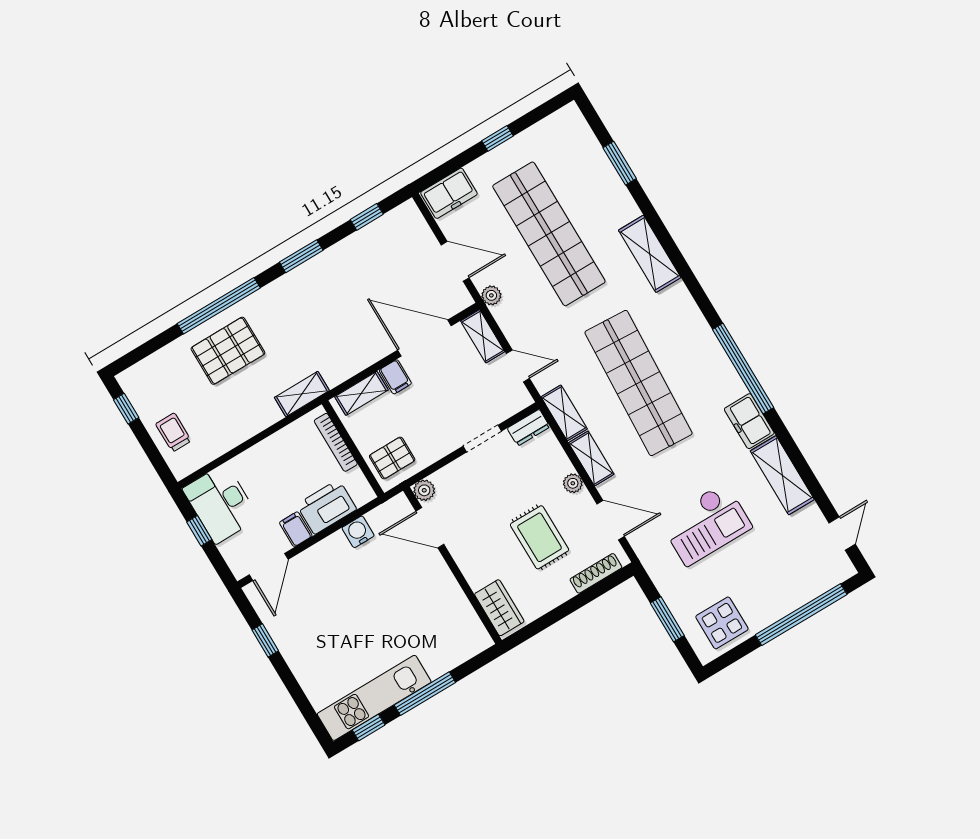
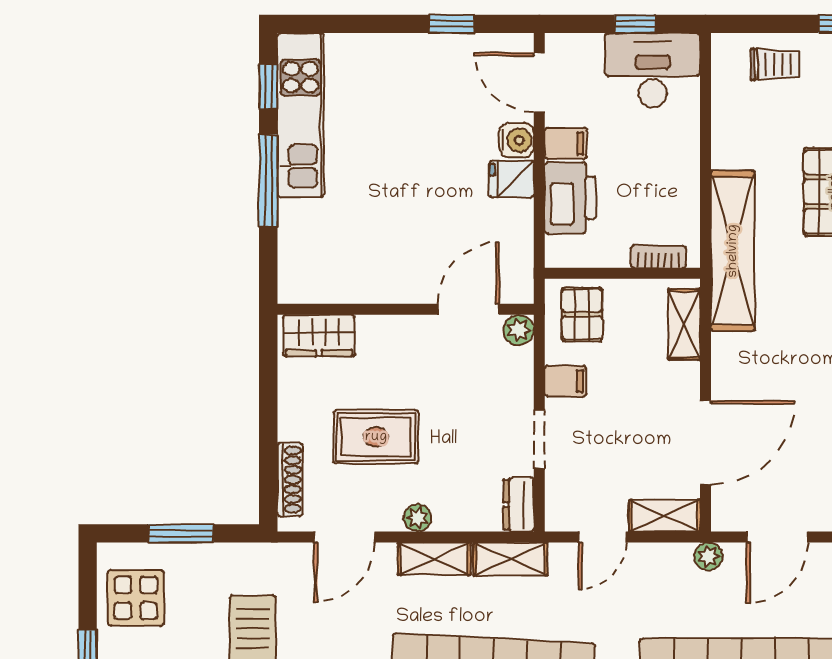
filing cabinet: (395, 377) -> (565, 381), moved, turned 180
shelving: (302, 394) -> (733, 251), width x2.20, depth x1.33
bookcase: (336, 442) -> (658, 257), width x0.64
water cooler: (358, 532) -> (516, 140), moved
fridge: (337, 549) -> (512, 179), added

